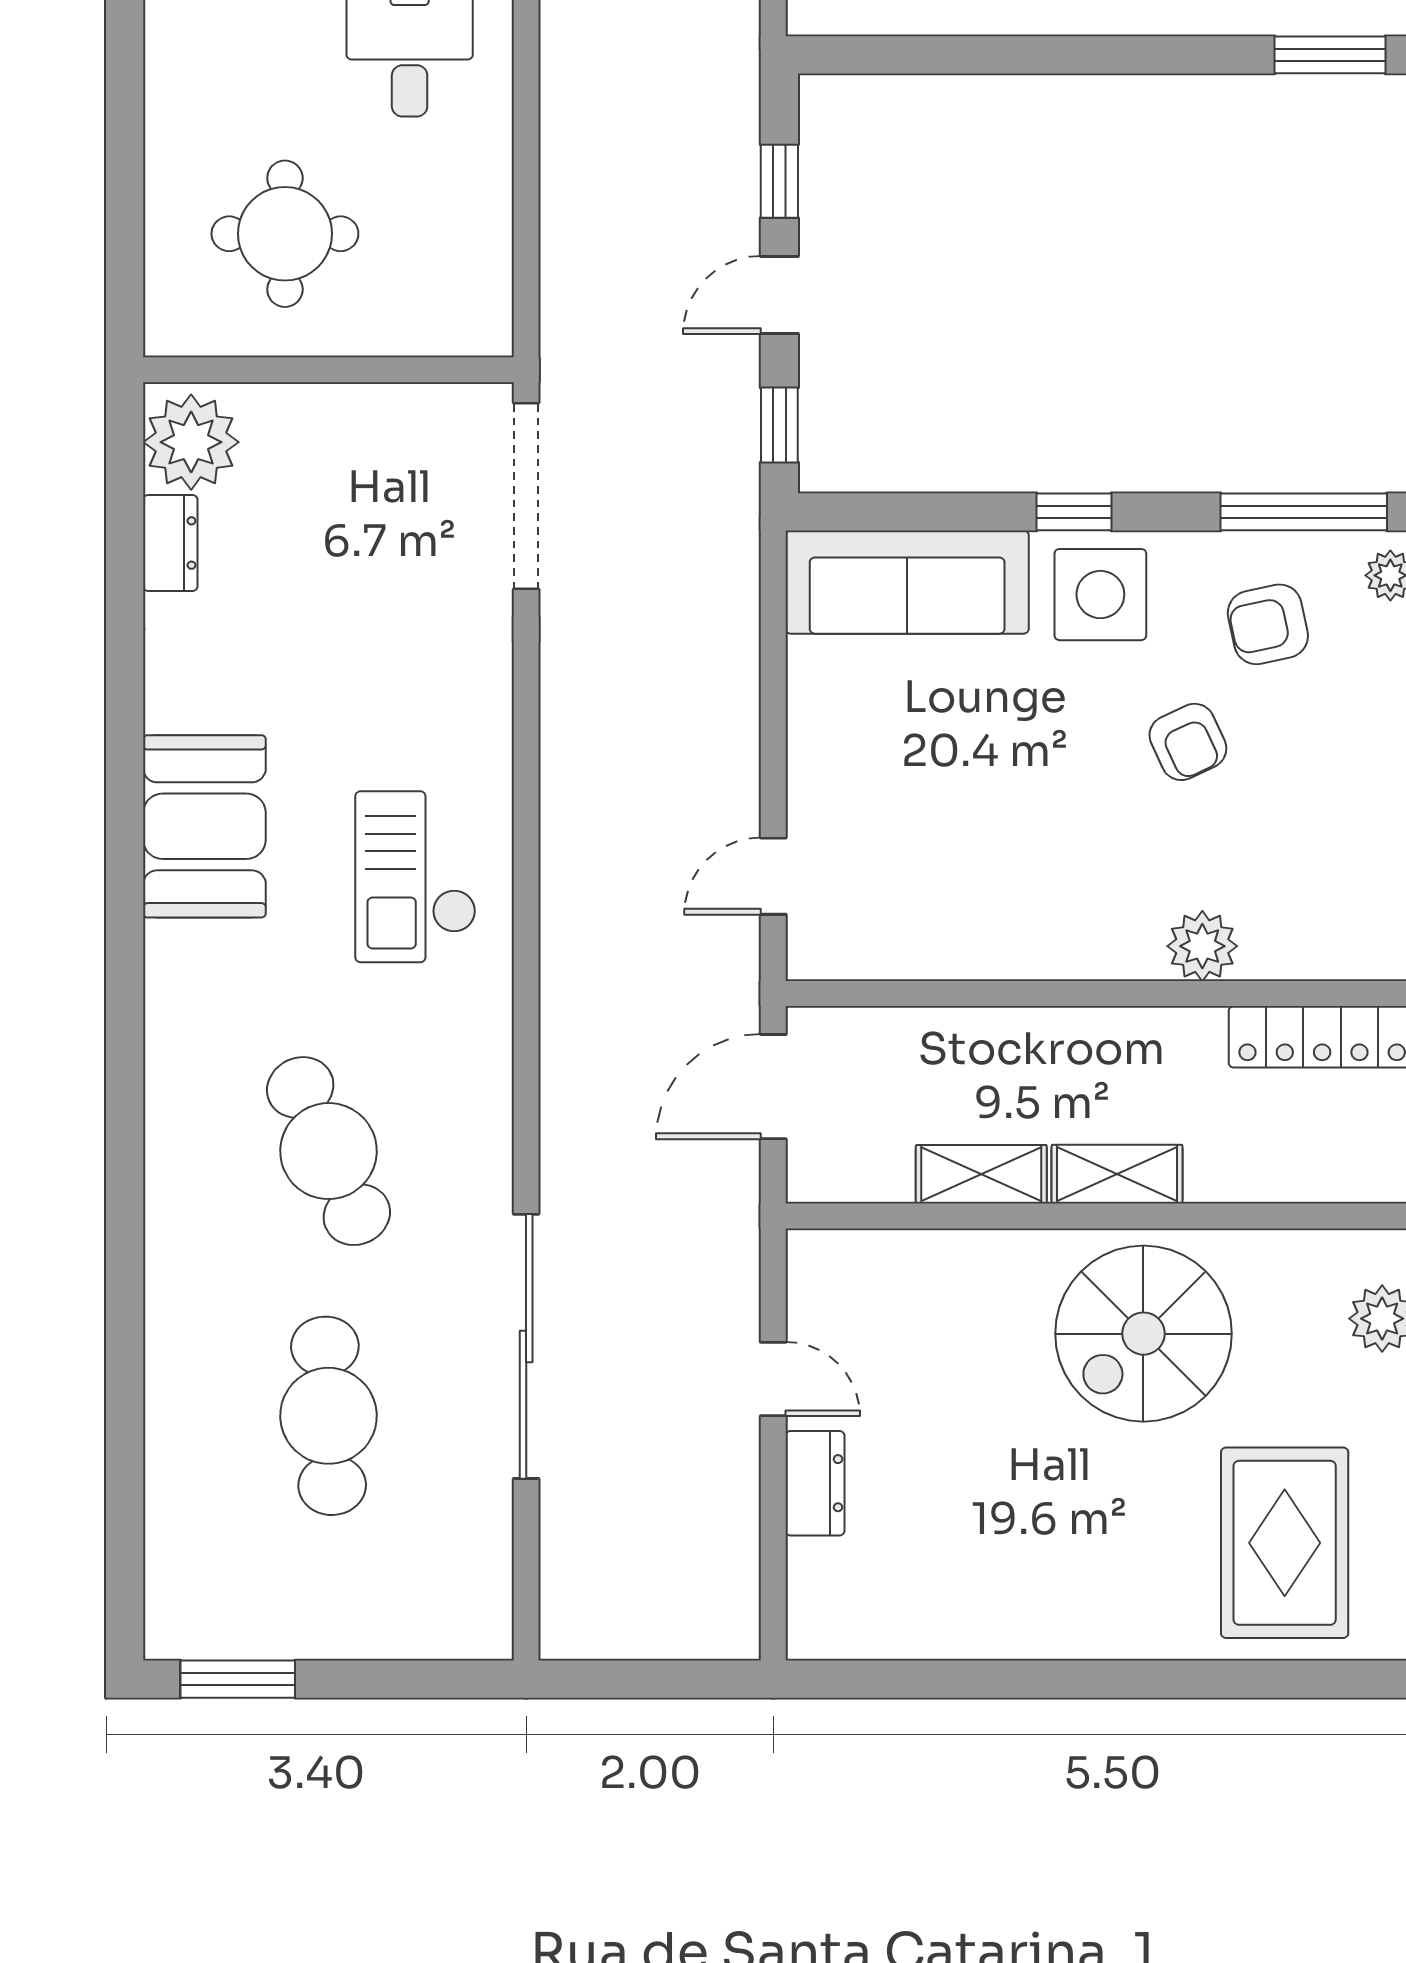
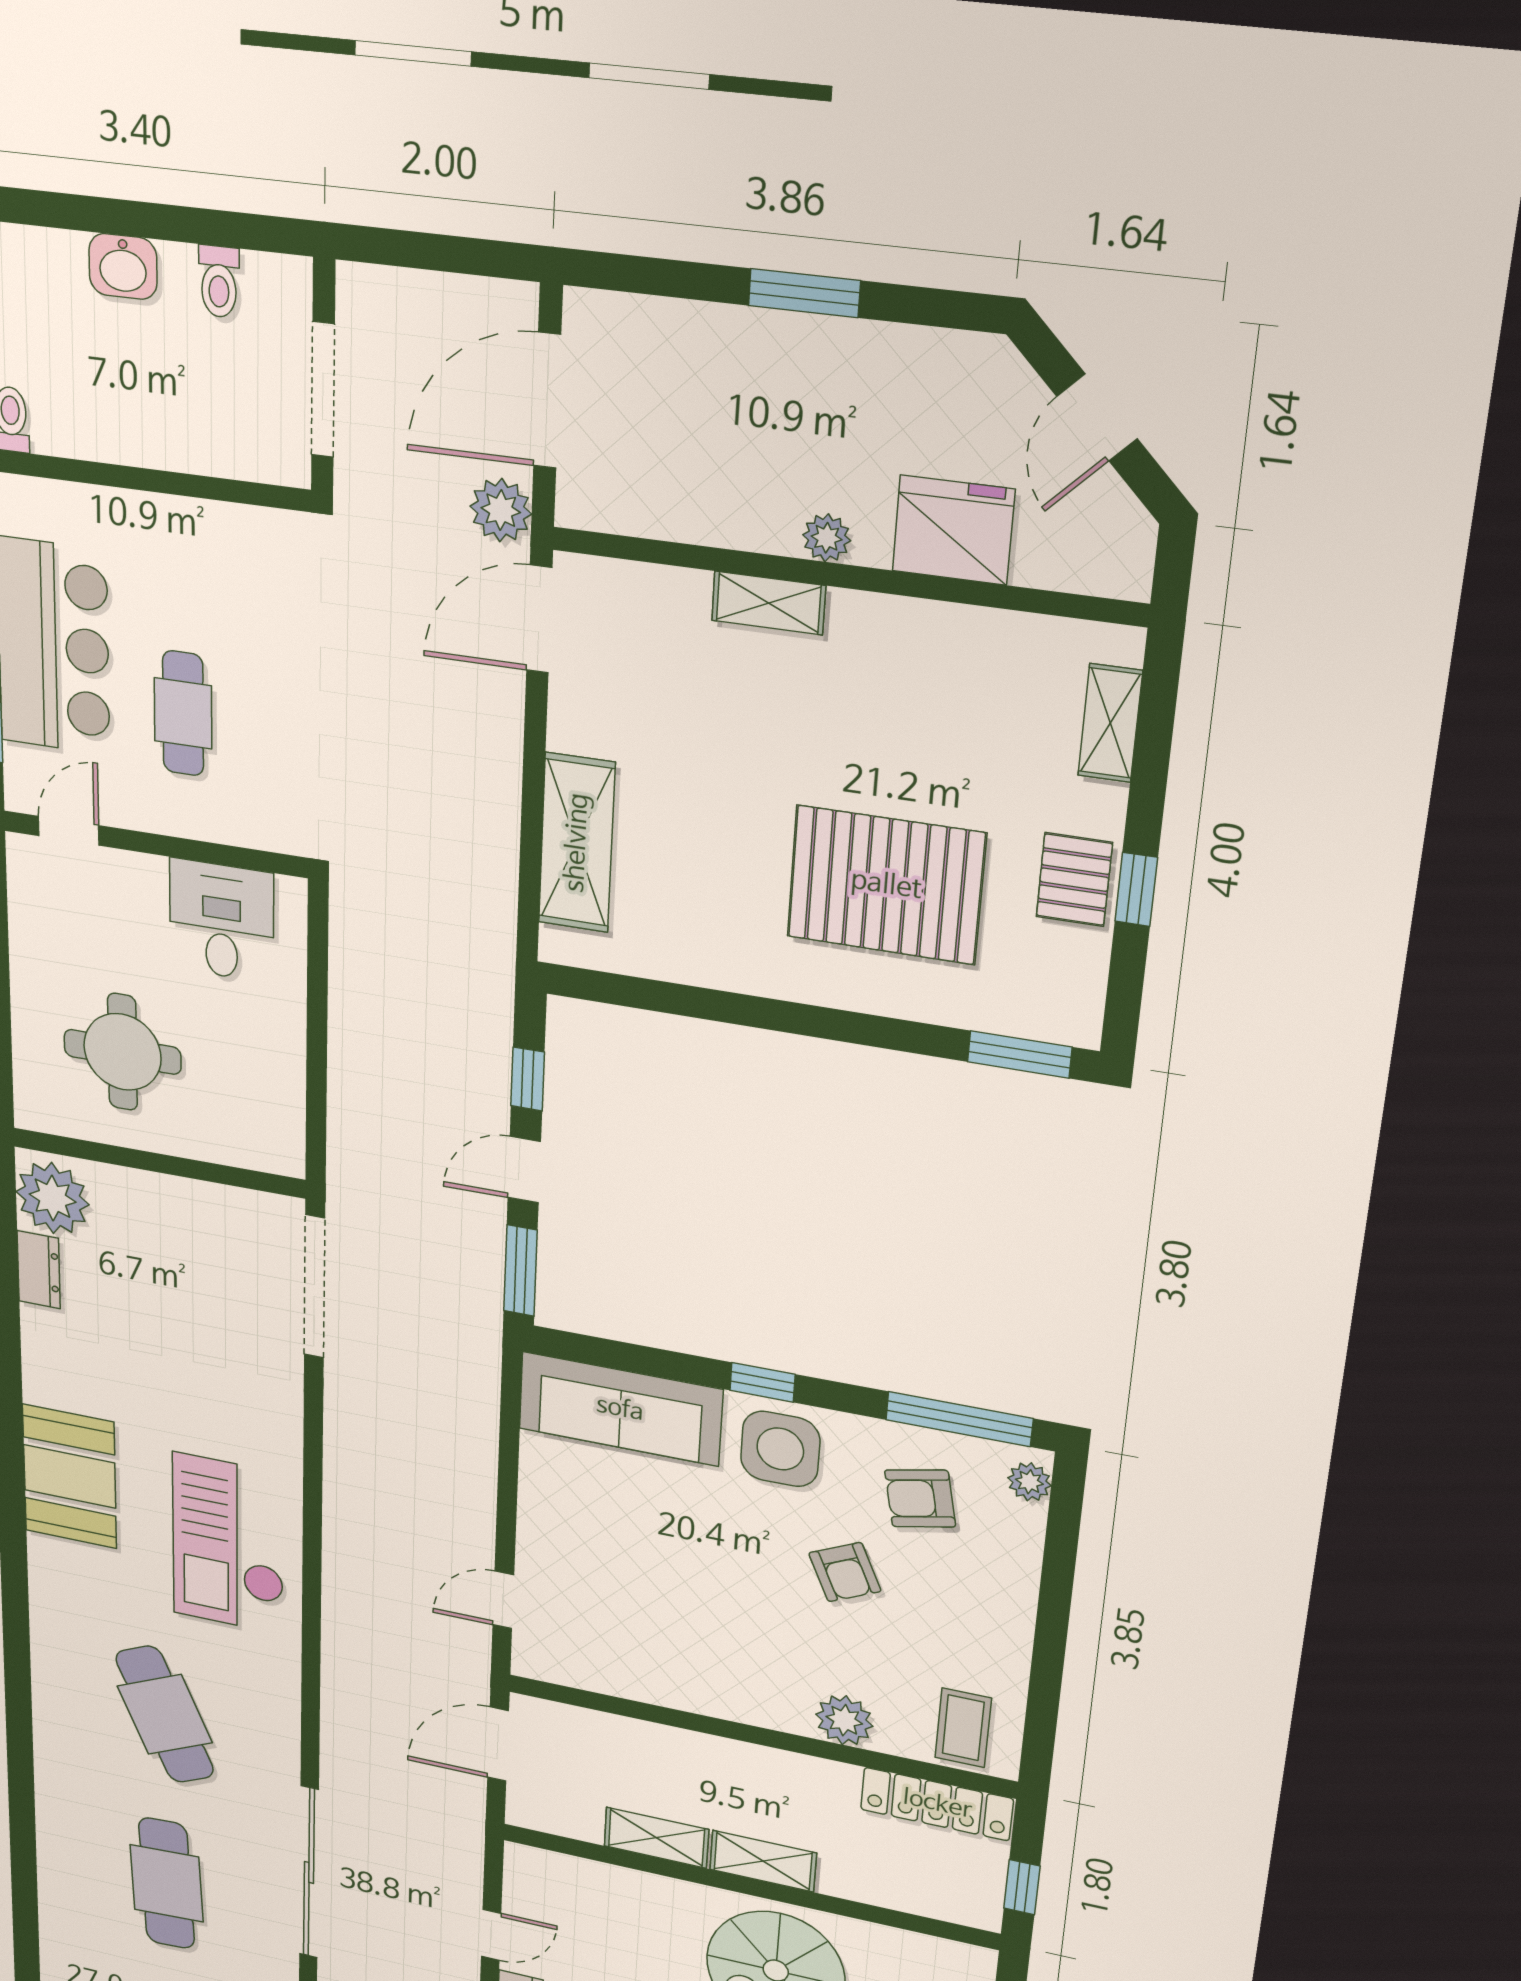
window: (779, 425) -> (520, 1271), width x1.50
checkout: (416, 877) -> (228, 1544), width x1.36, depth x1.21
coffee table: (1344, 922) -> (963, 1728), added
door: (773, 1379) -> (491, 1935), hinge flipped

